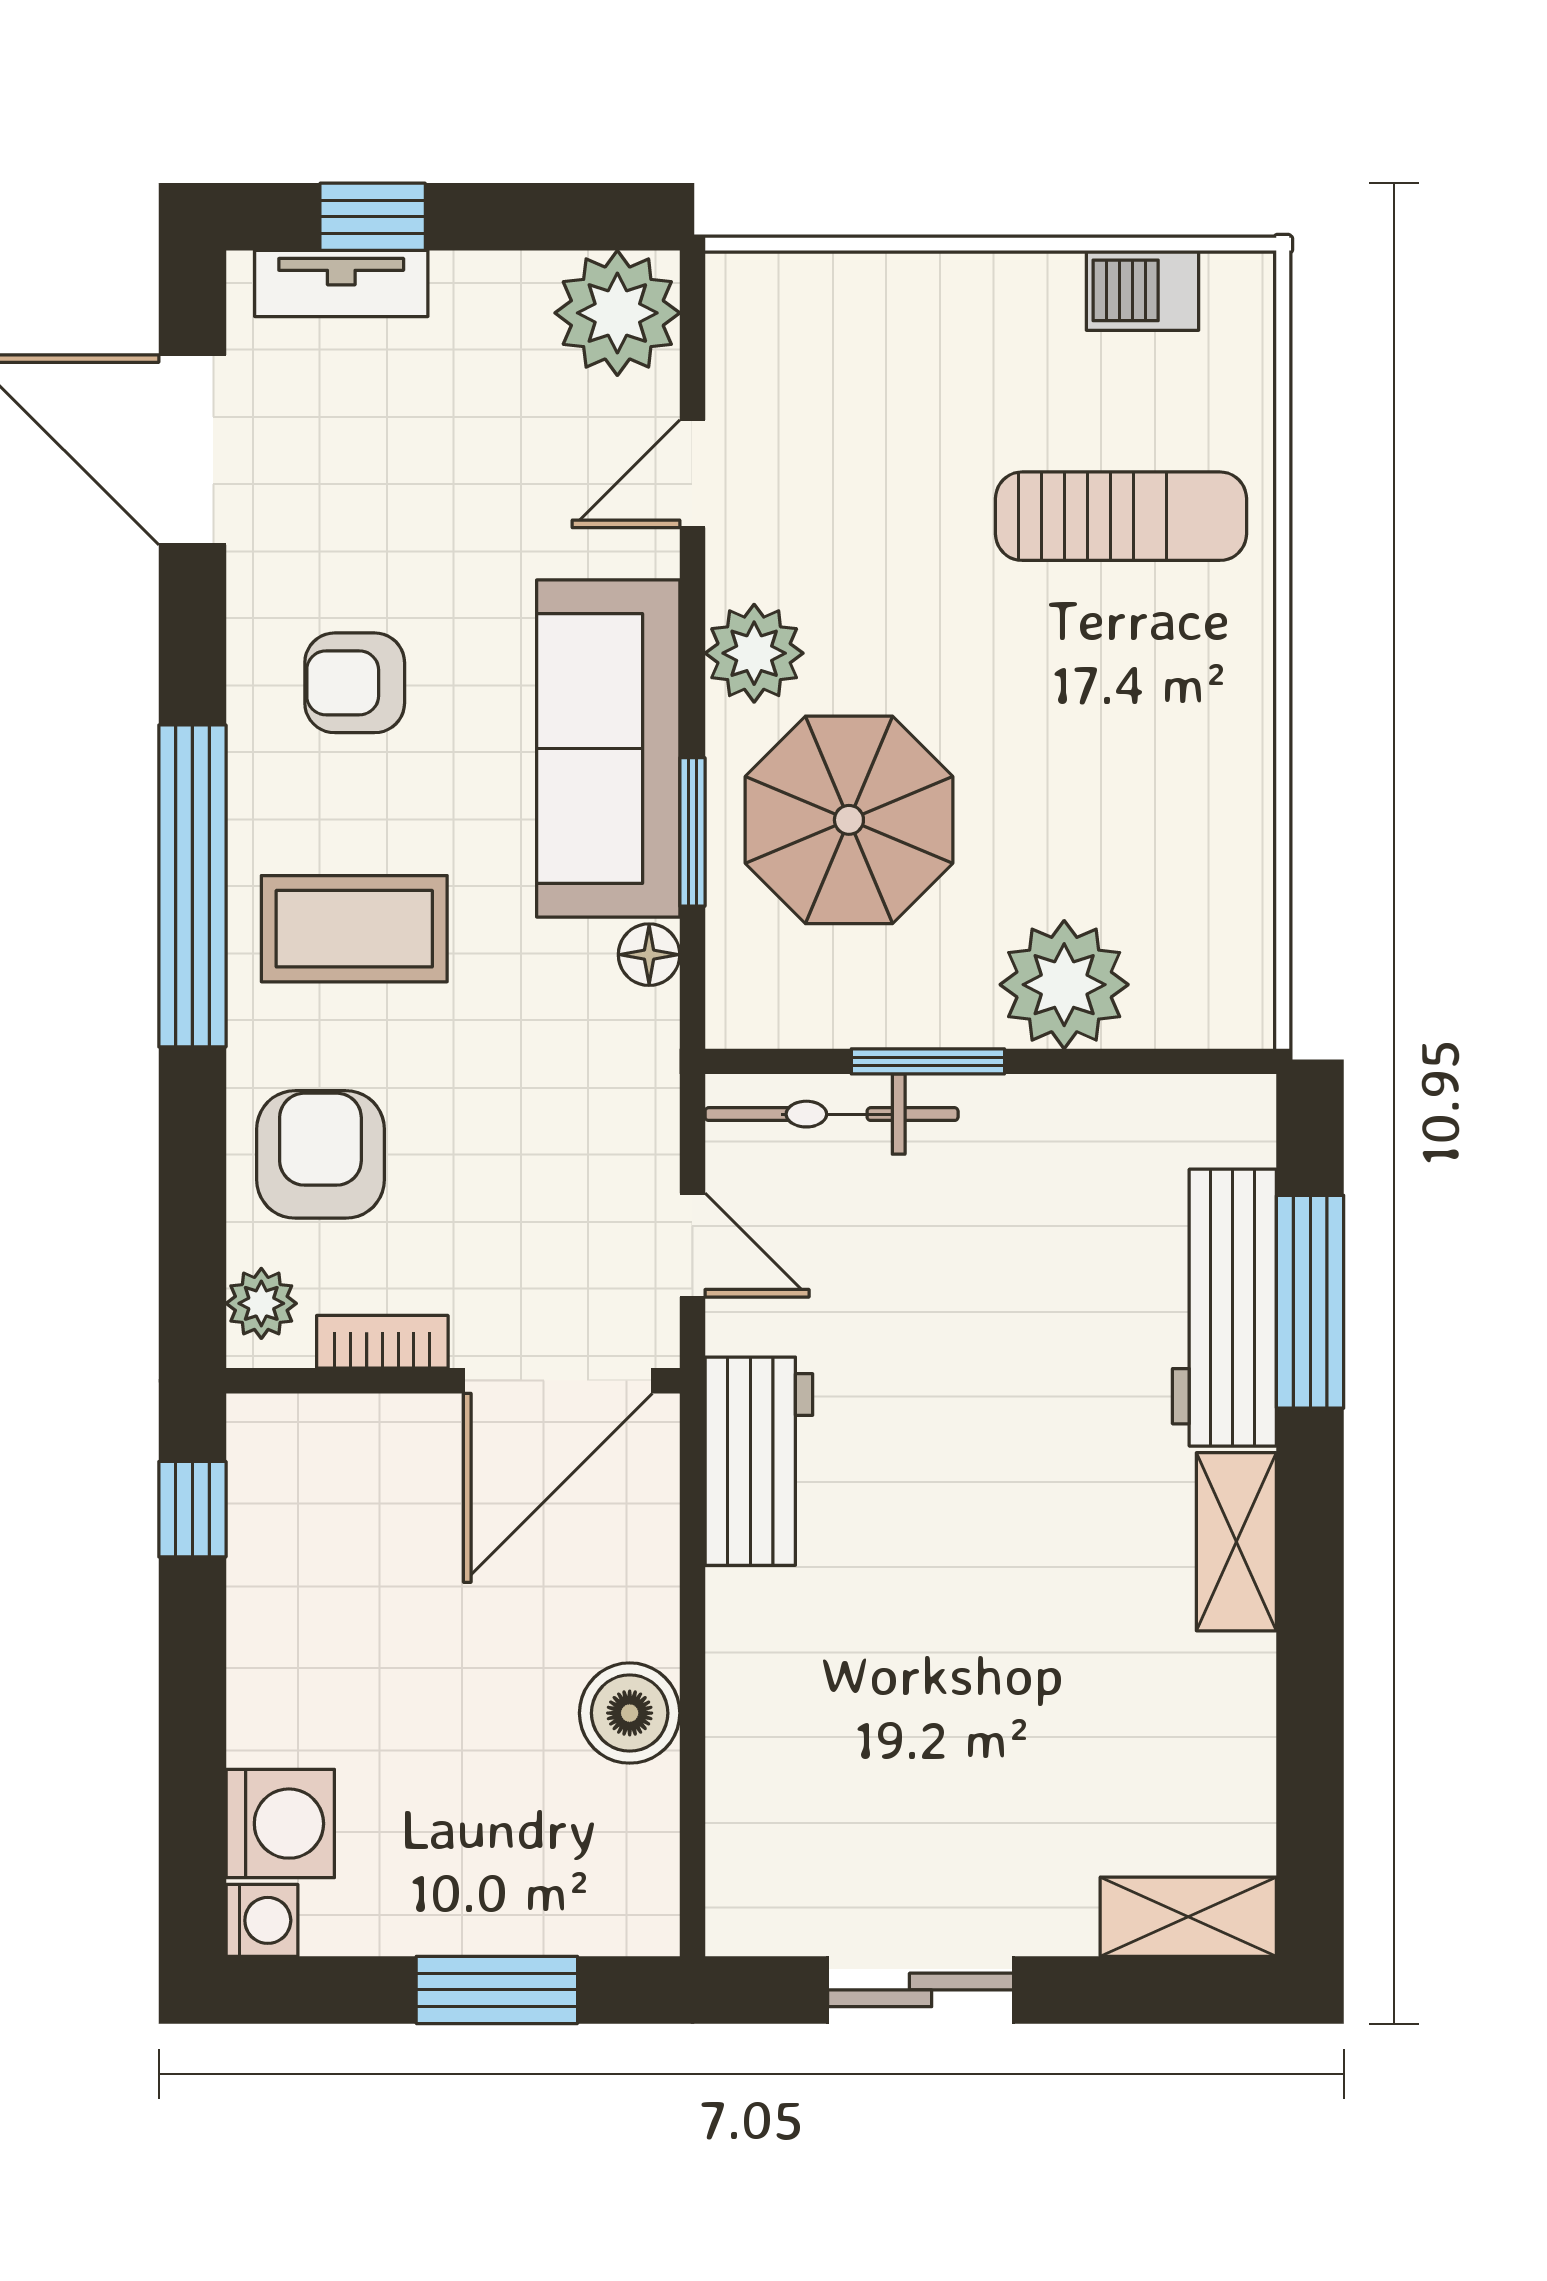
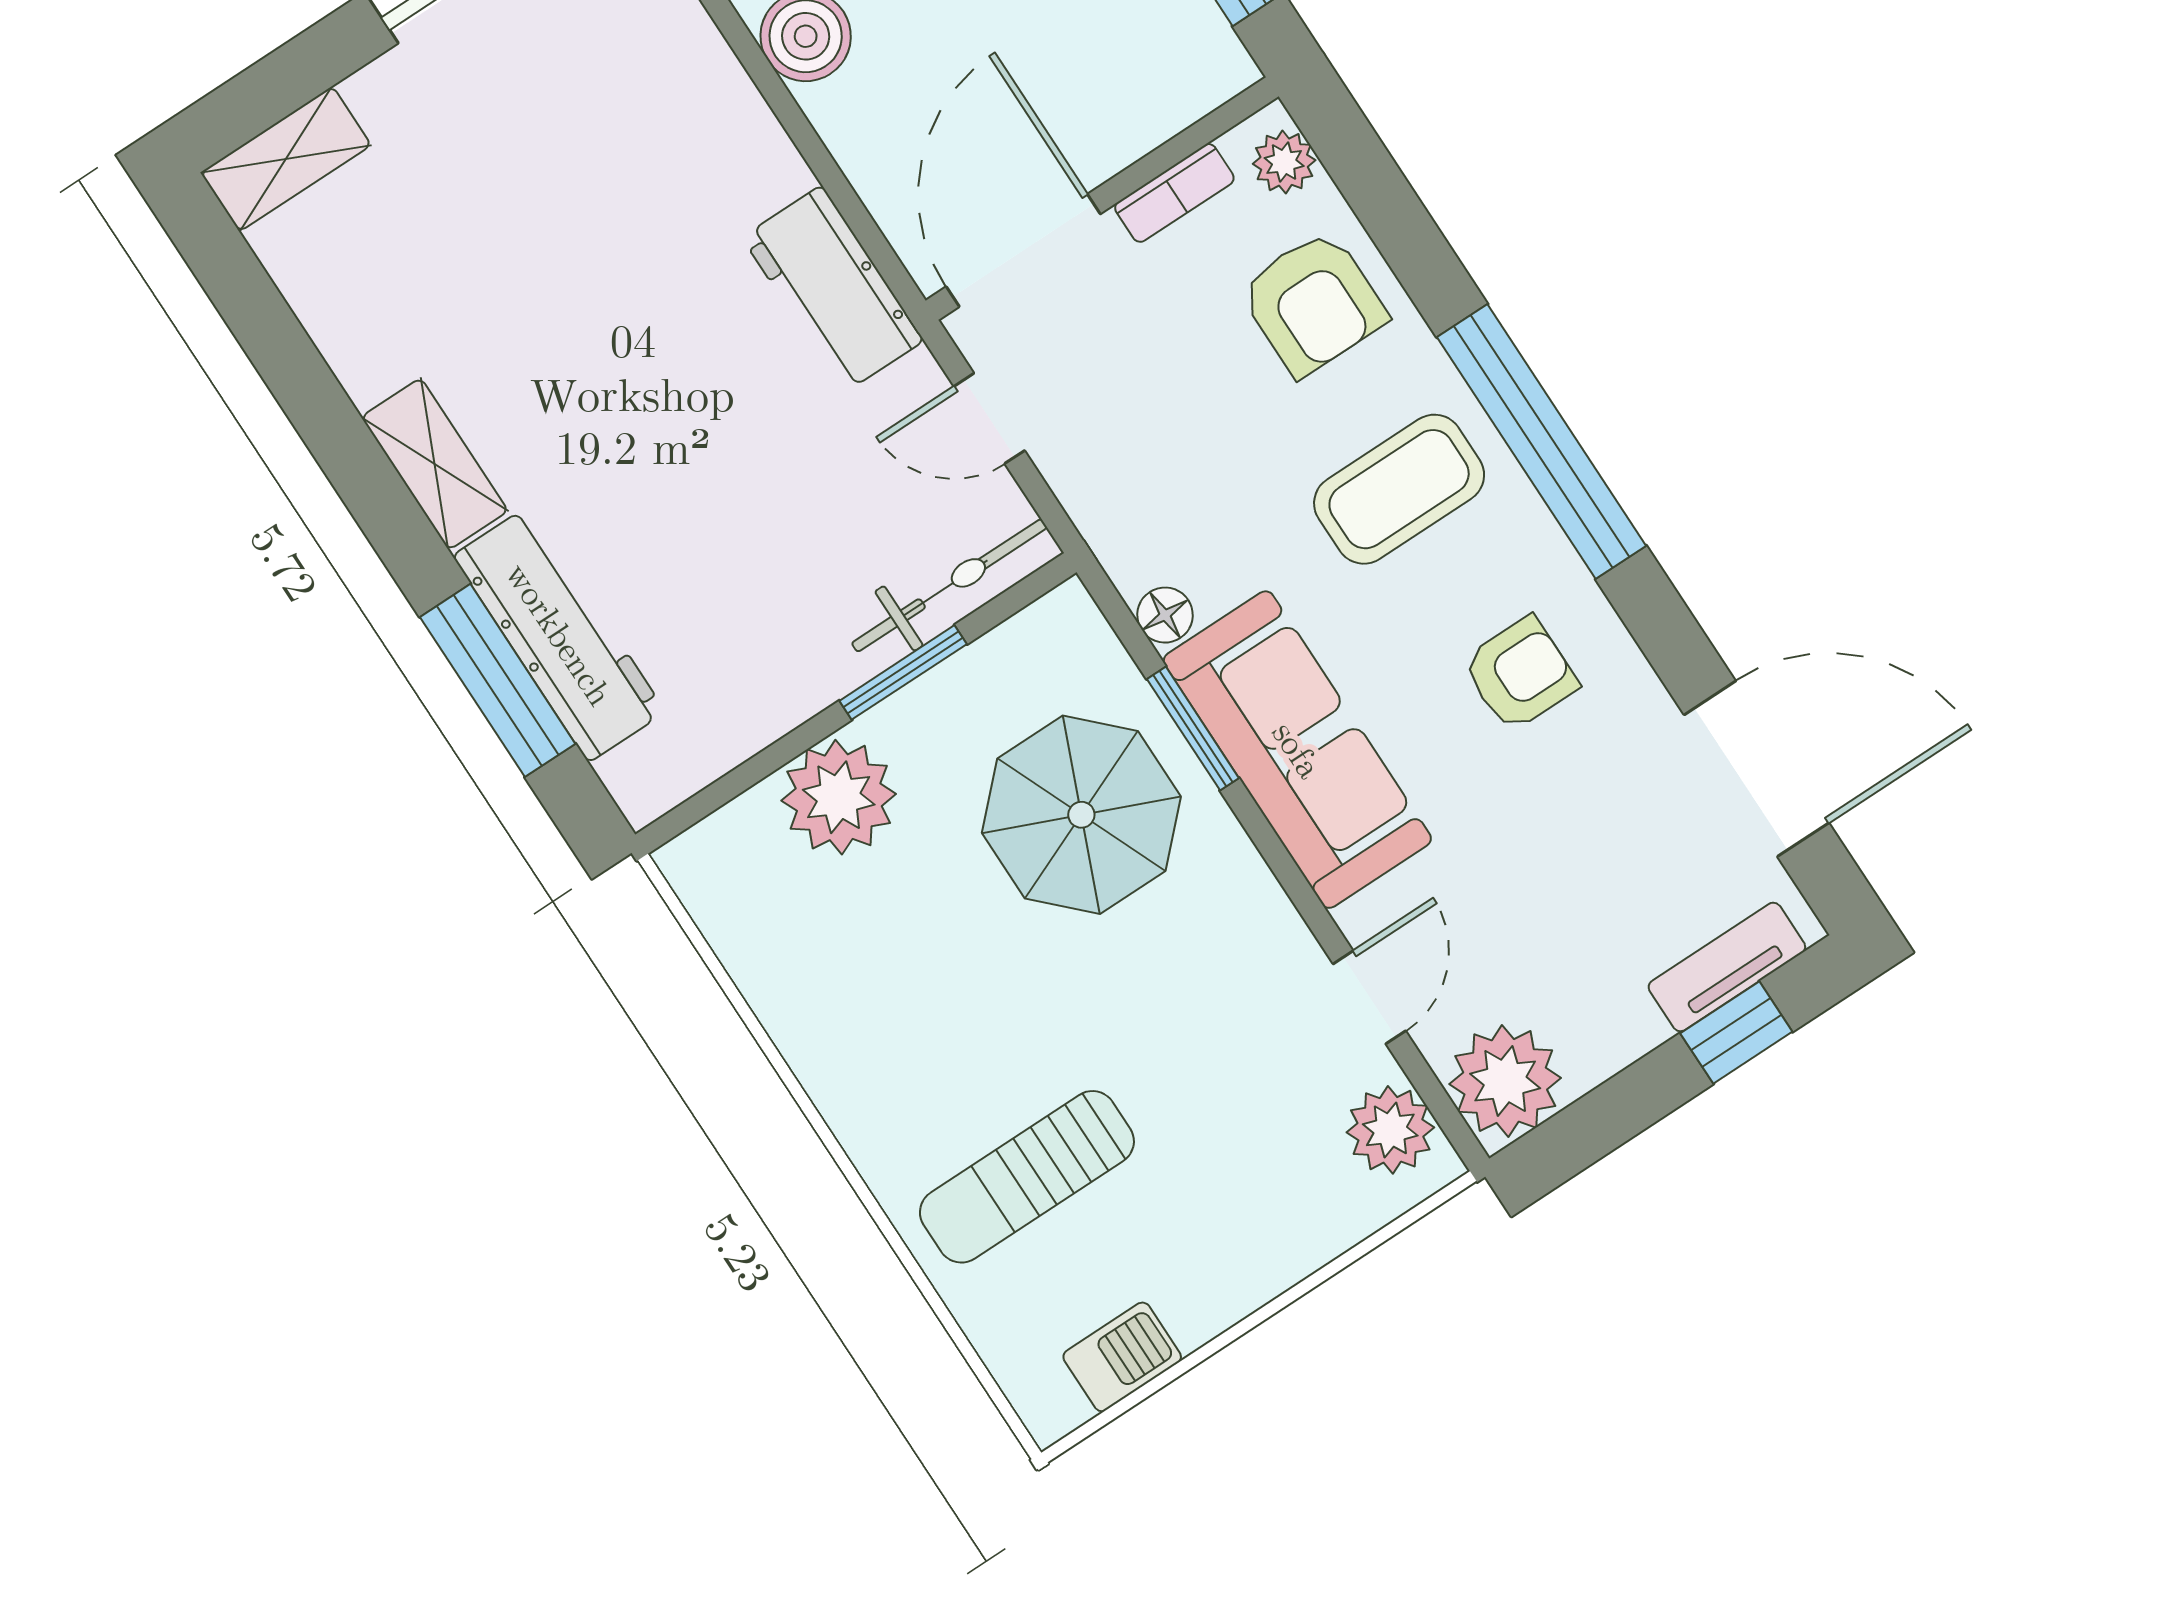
plant: (754, 653) -> (1390, 1130), moved

